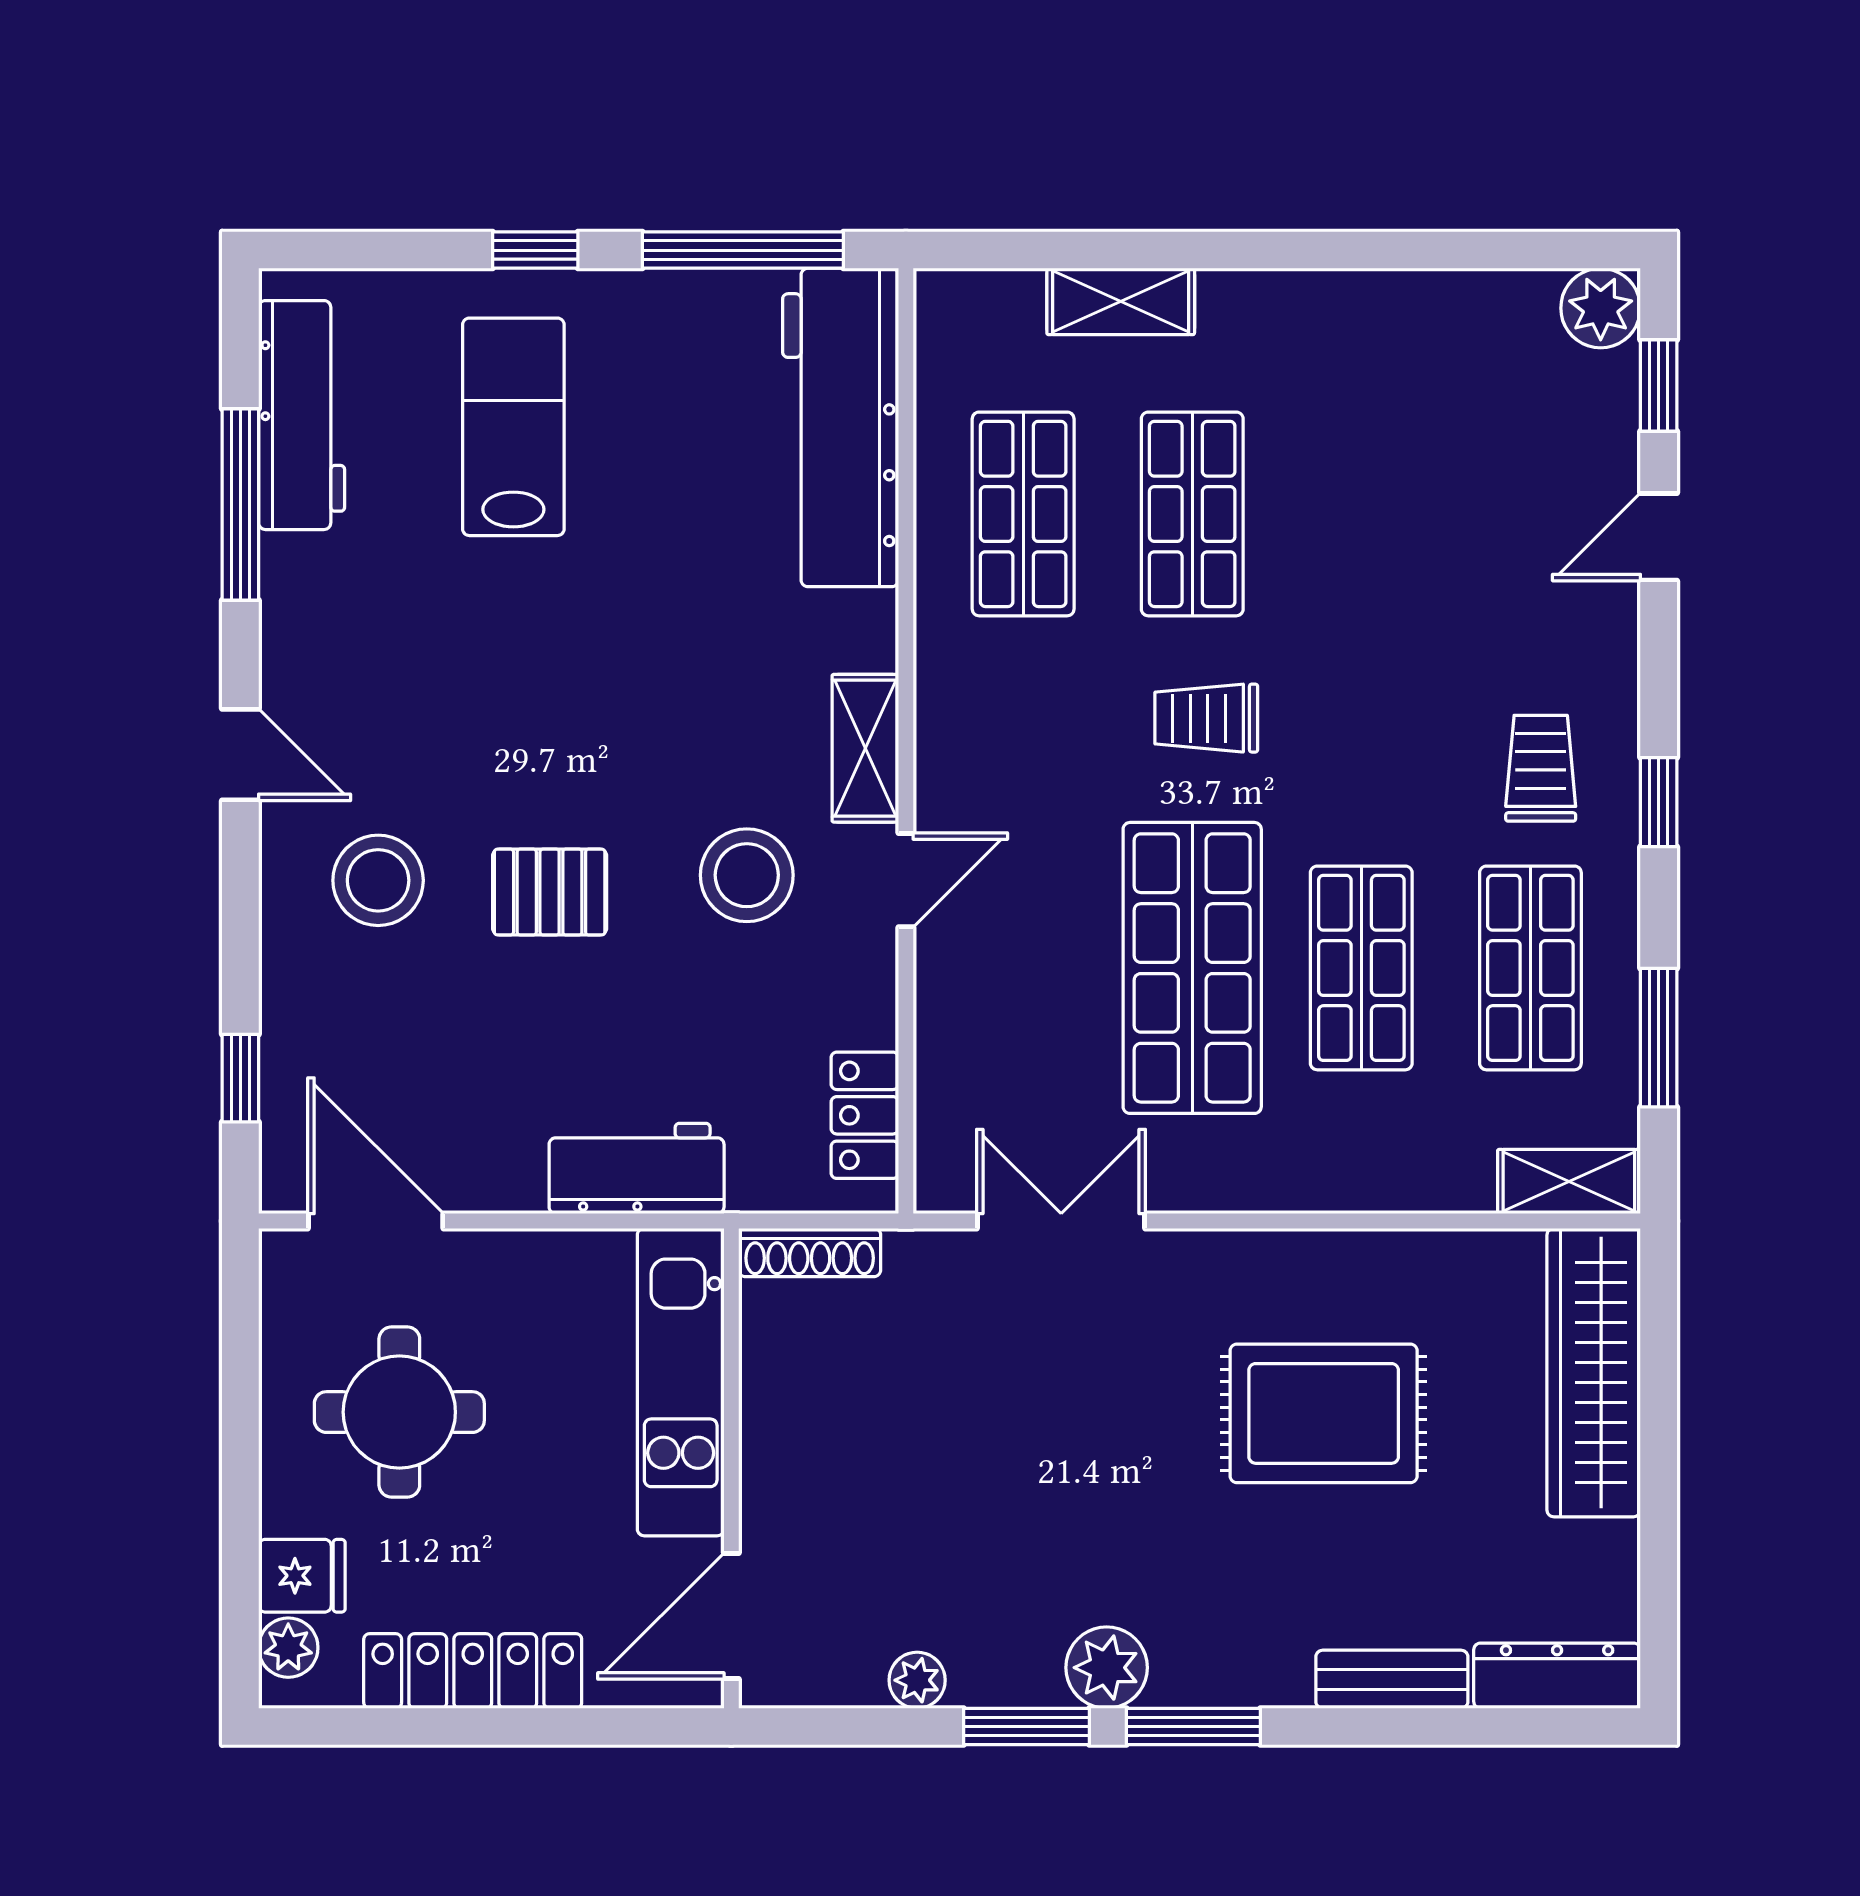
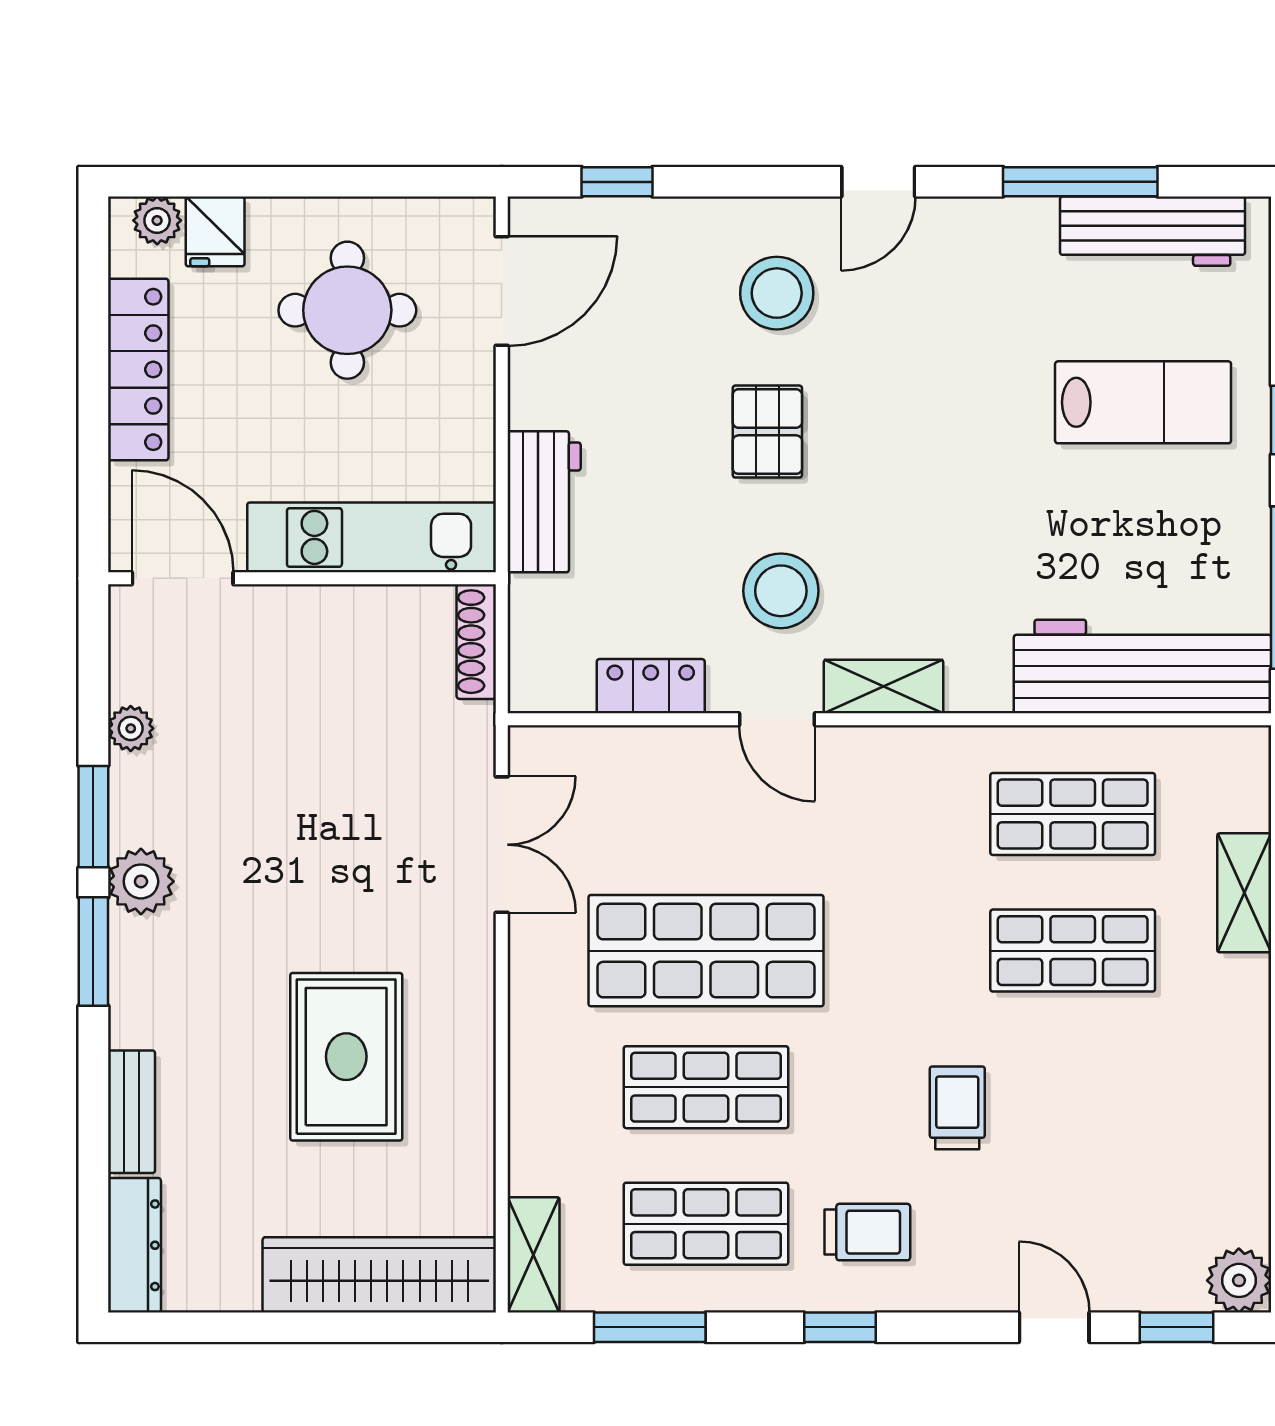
trolley: (1206, 718) -> (957, 1108), moved
locker: (865, 1115) -> (651, 686), moved

